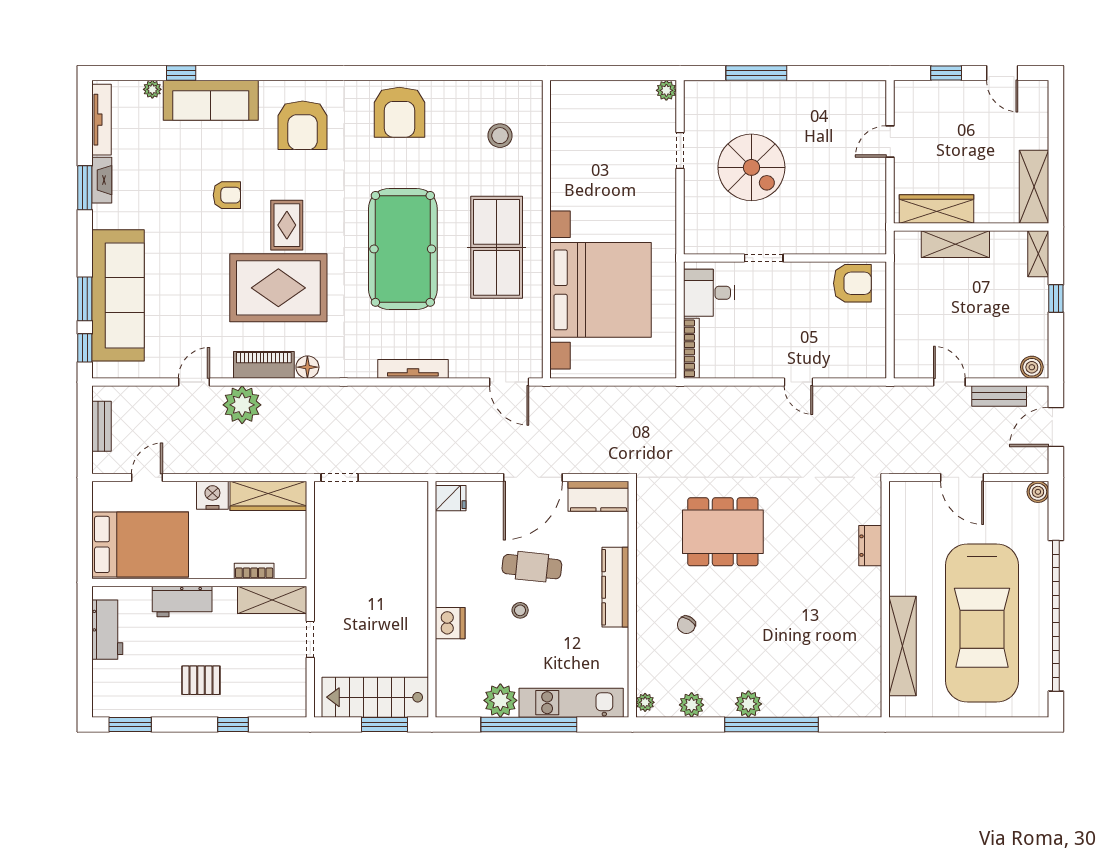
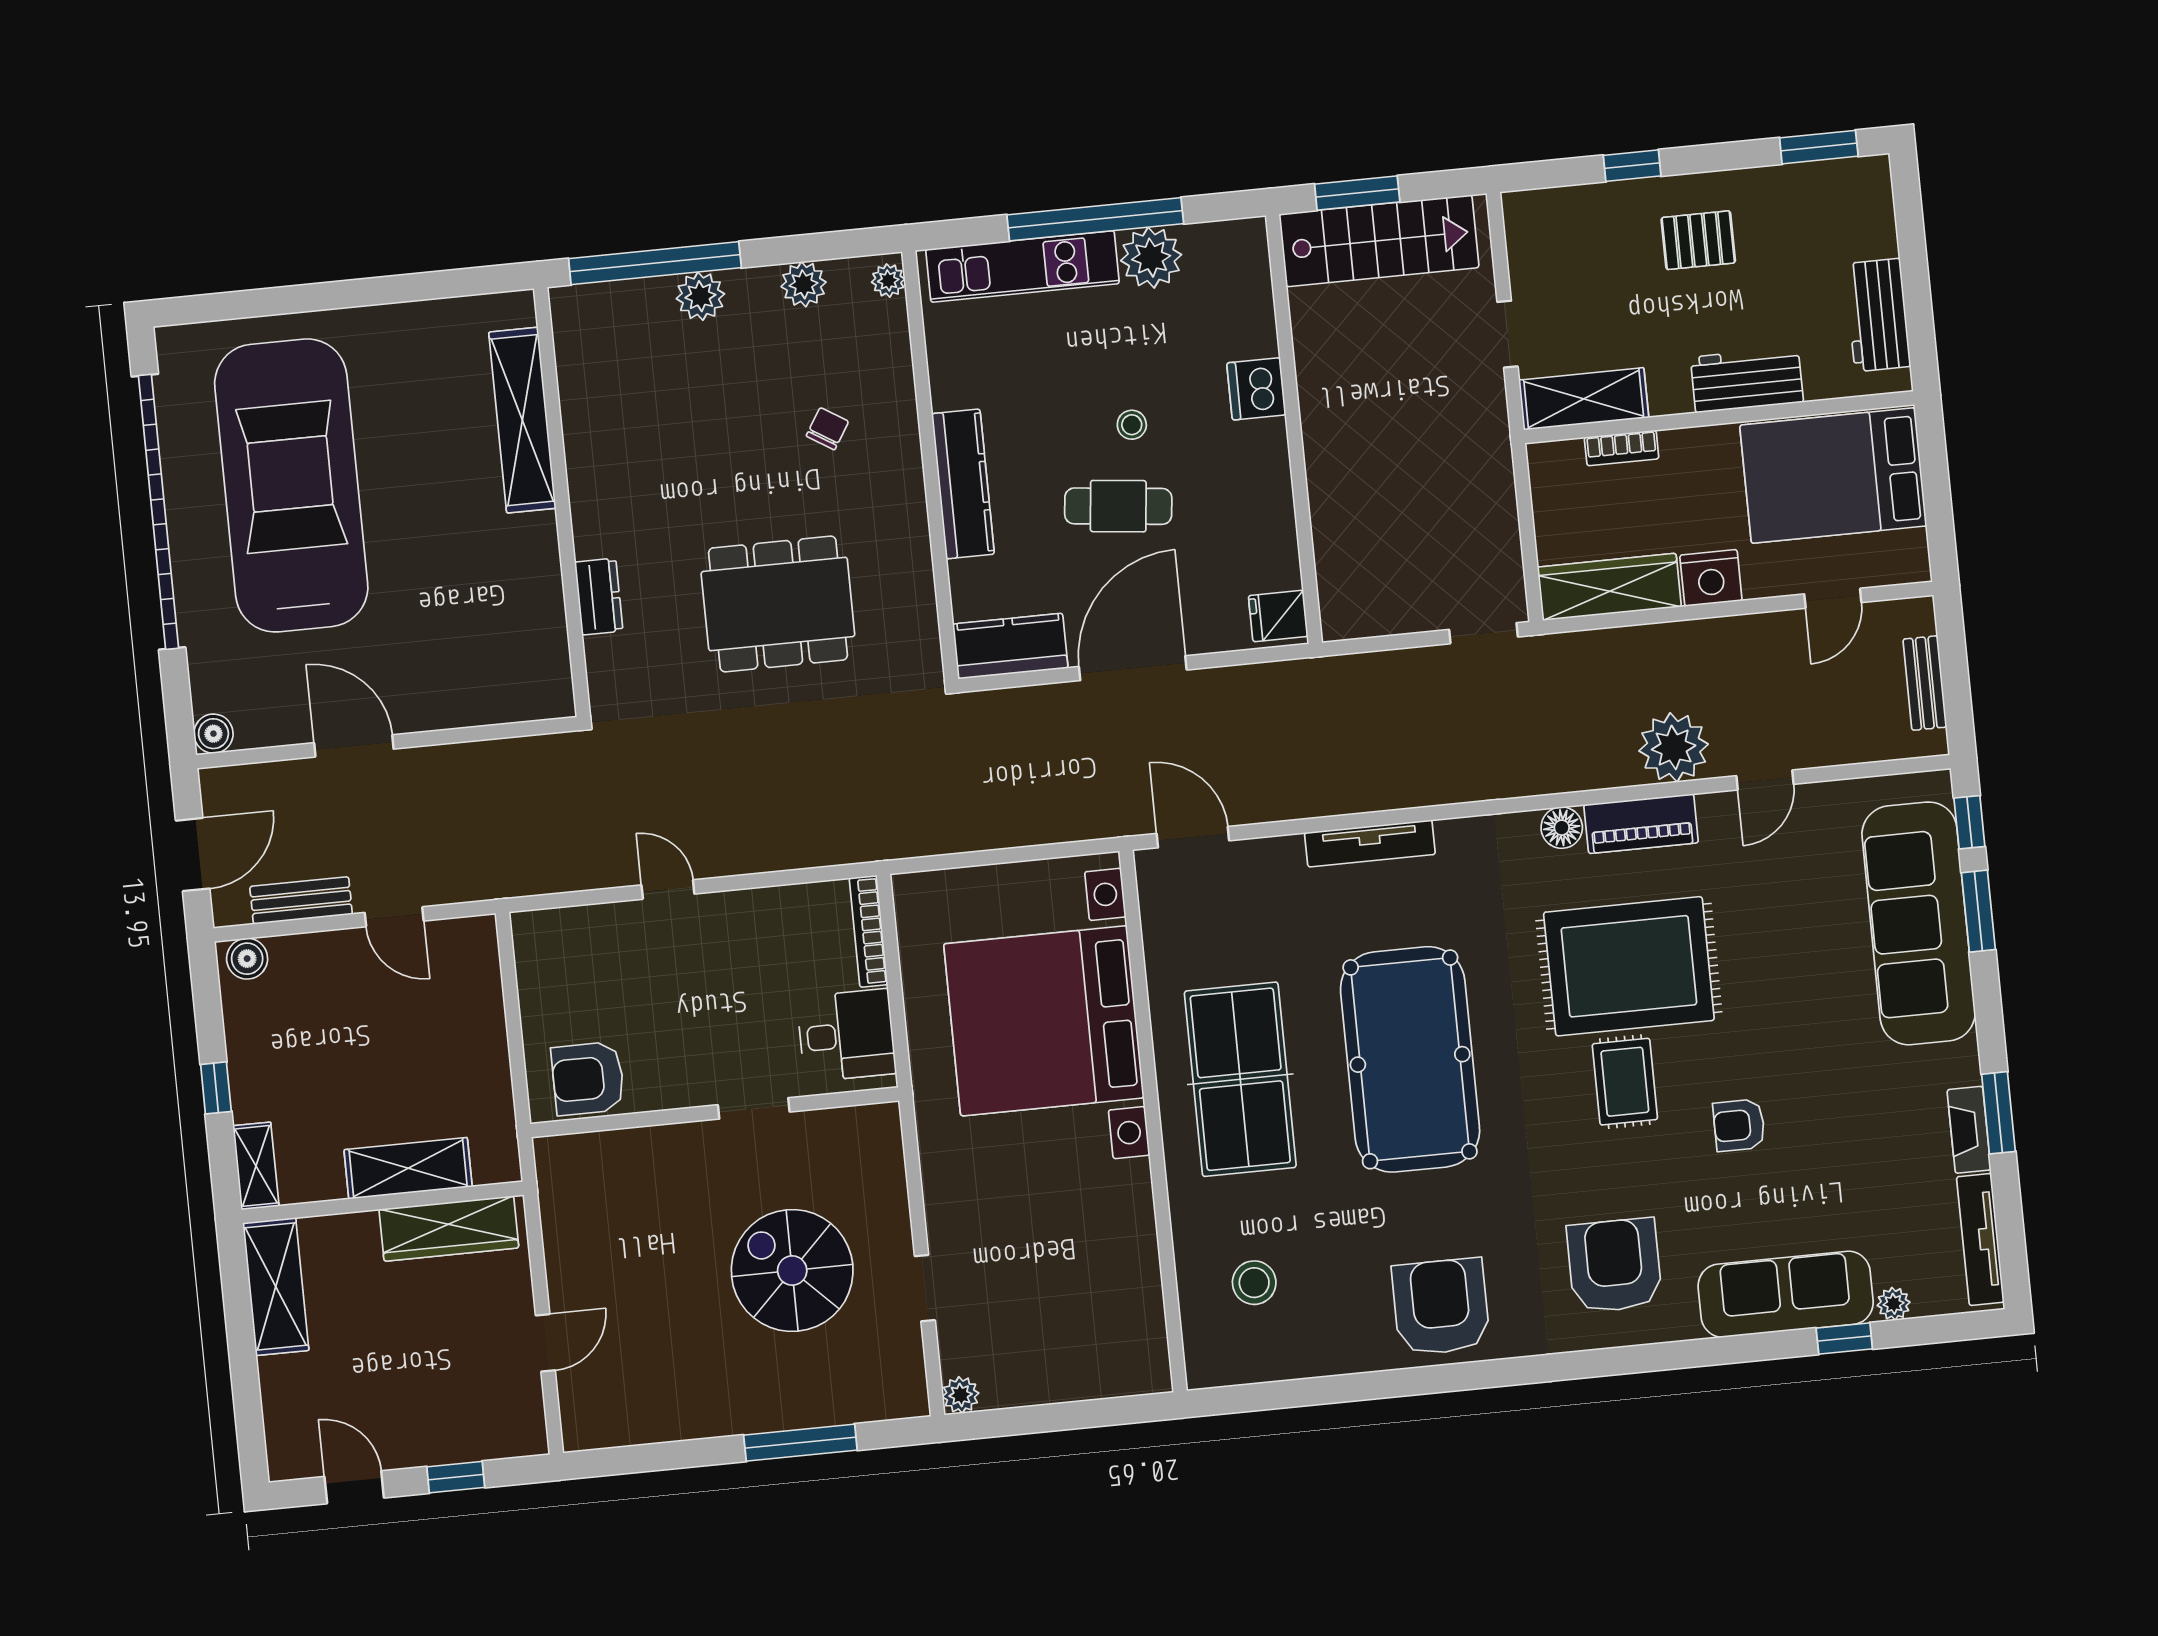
dresser: (870, 546) -> (599, 597), moved
wall: (885, 599) -> (562, 502), moved
shelving: (902, 646) -> (522, 420), moved

